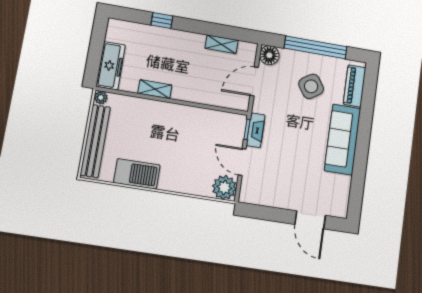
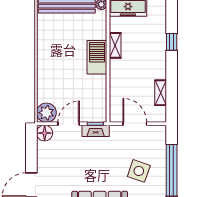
floor lamp: (269, 55) -> (45, 133), moved
side table: (311, 86) -> (139, 171), turned -37
barbecue: (137, 174) -> (97, 57), moved, turned 180

